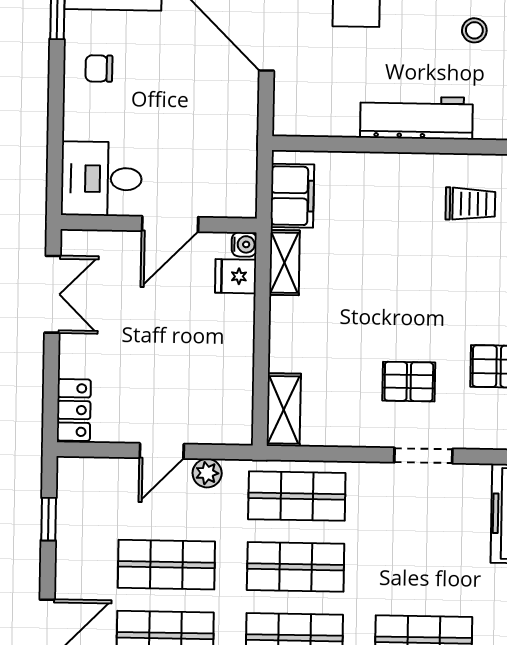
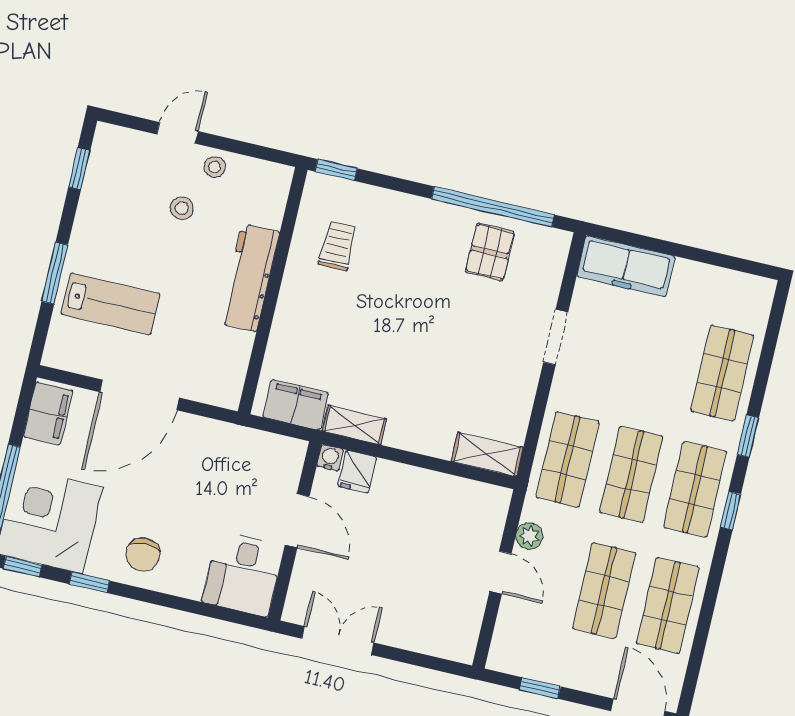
chair: (99, 68) -> (143, 555), width x1.37, depth x1.37
pallet: (409, 382) -> (486, 336), removed
locker: (74, 410) -> (446, 644), removed

